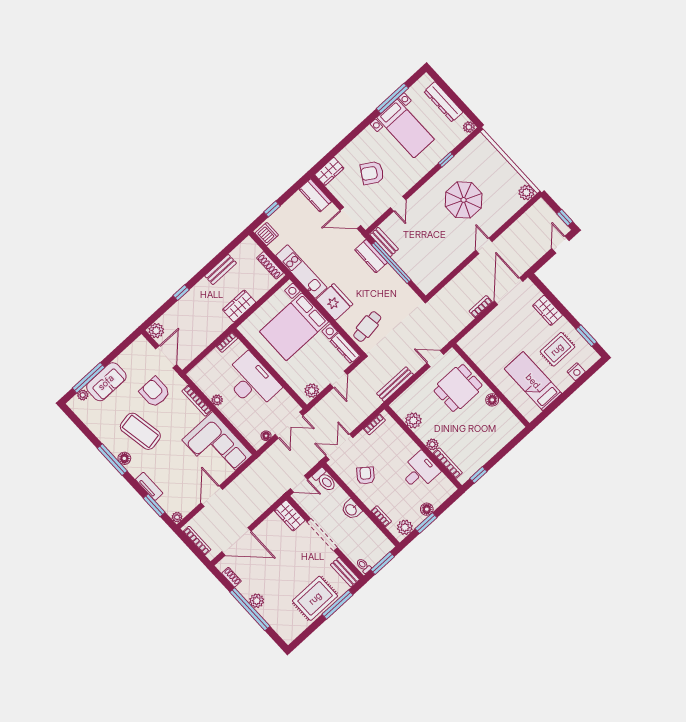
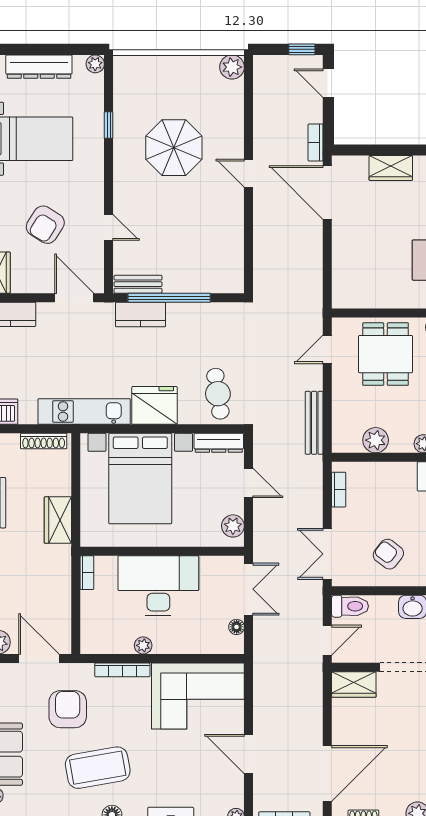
door: (350, 218) -> (74, 298), swing flipped
bookcase: (481, 307) -> (316, 142), moved
armchair: (155, 392) -> (68, 709), turned 90

